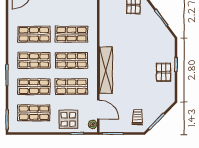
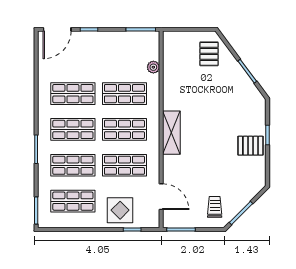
shelving: (106, 70) -> (171, 133), width x0.68
pallet: (164, 72) -> (250, 146), turned 90
plant: (93, 124) -> (153, 67), moved

